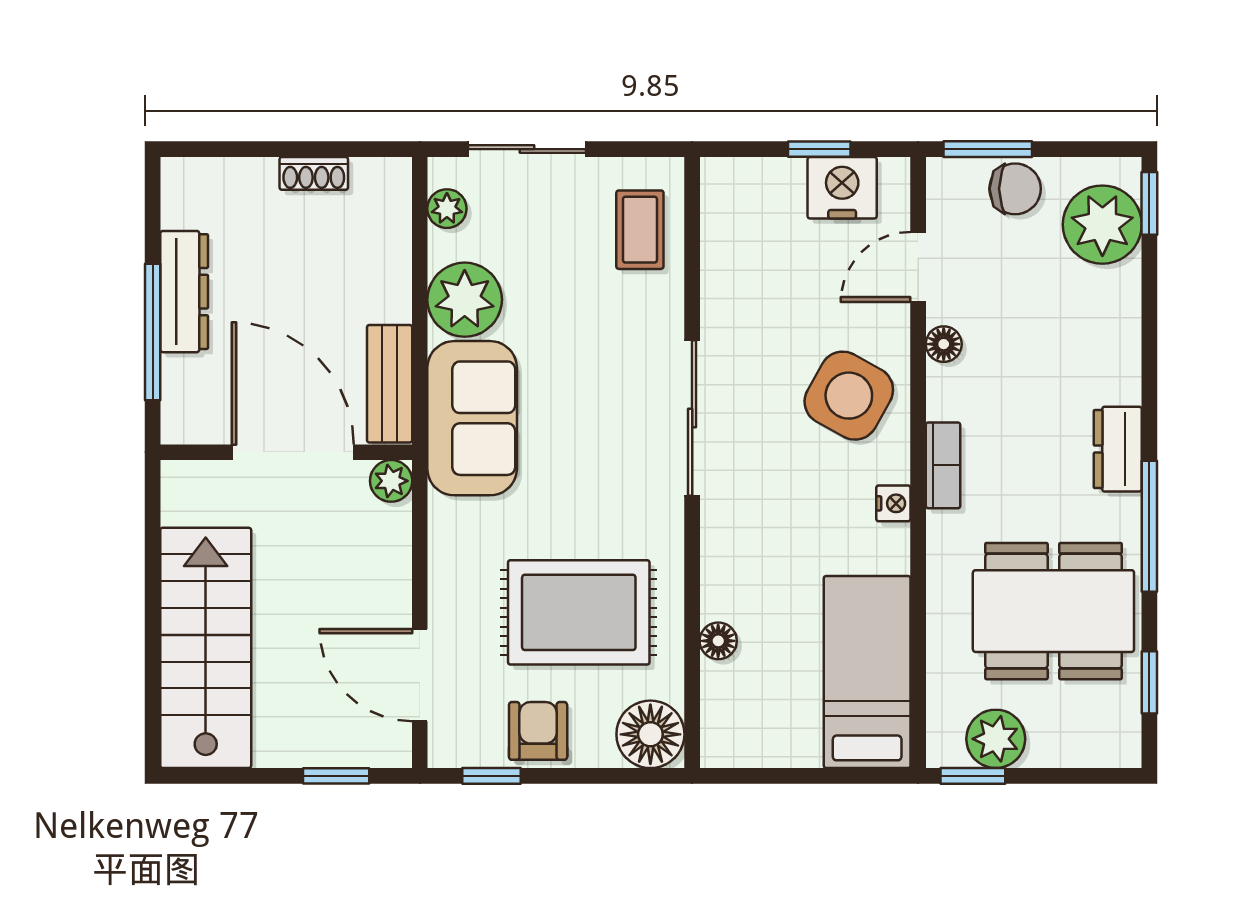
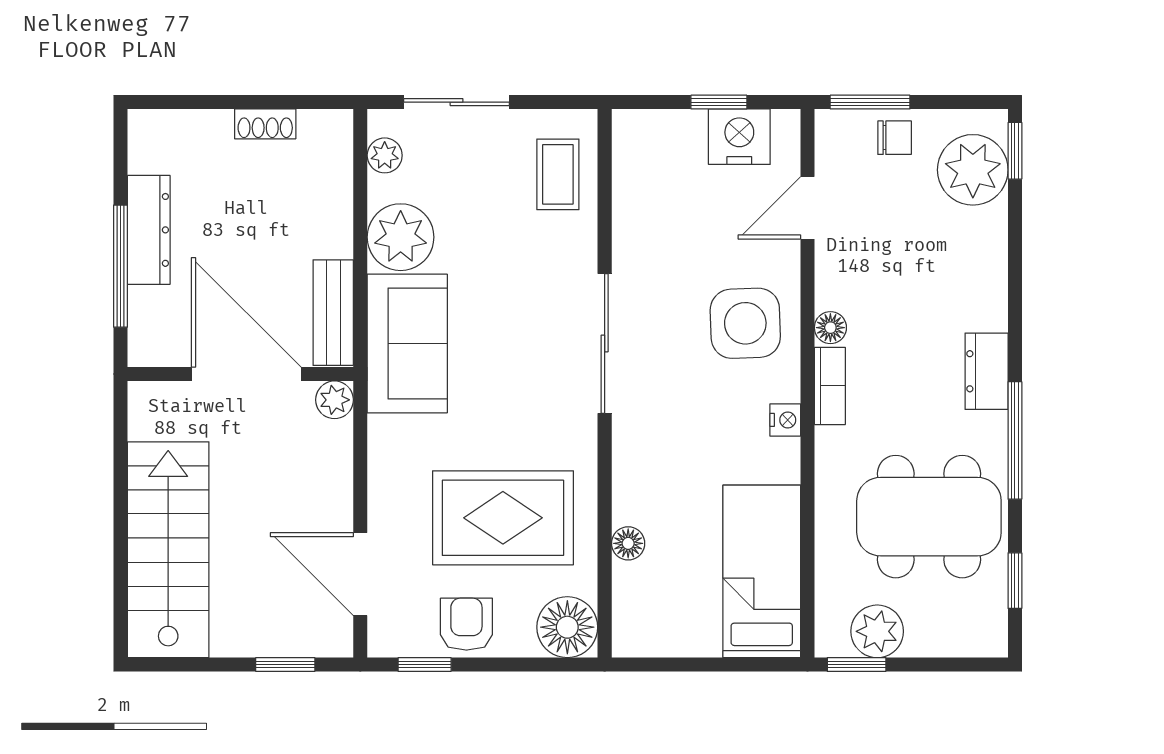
chair: (1015, 189) -> (895, 138), width x0.73, depth x0.73
floor lamp: (944, 344) -> (830, 328), moved
side table: (849, 396) -> (745, 323), turned -31

